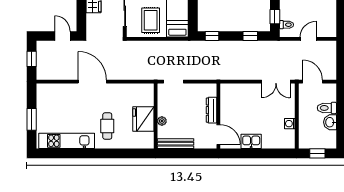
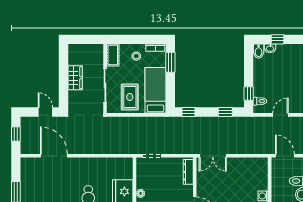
door: (92, 82) -> (54, 156), moved
double door: (276, 82) -> (213, 156), moved
dresser: (212, 110) -> (188, 172), moved

